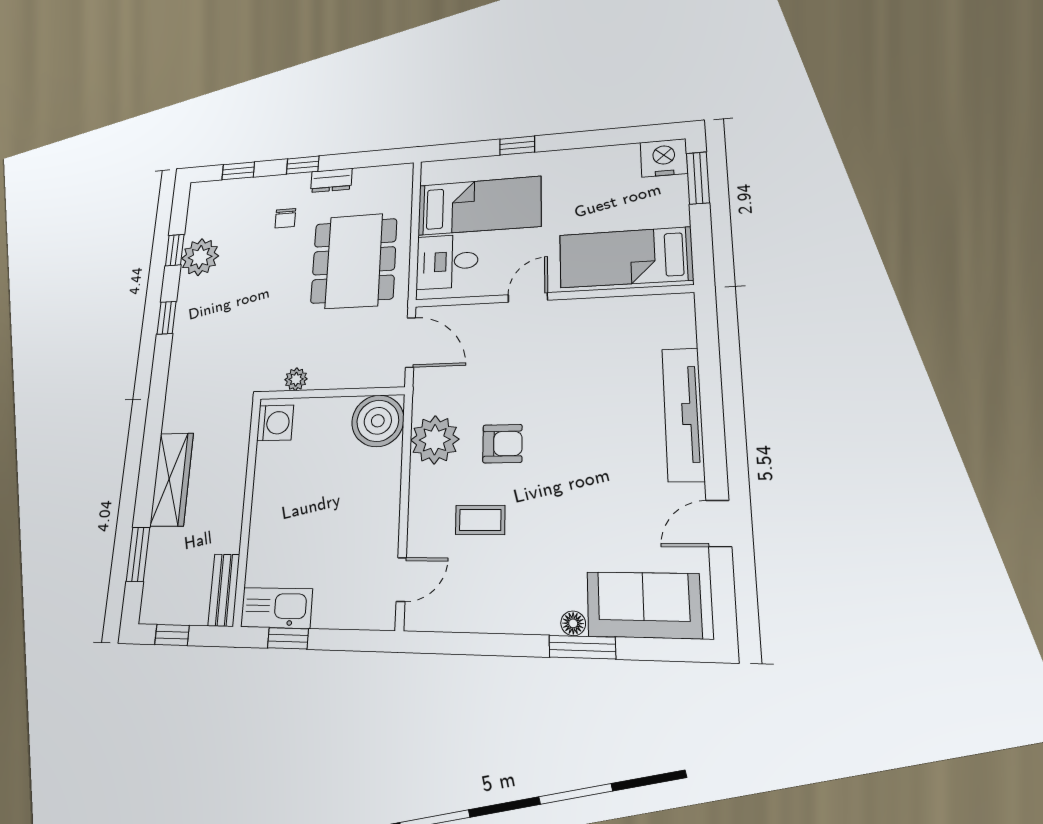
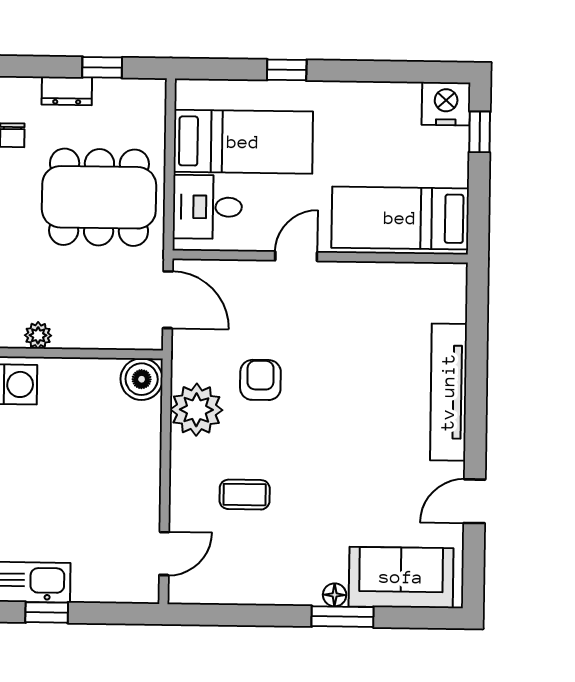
window: (303, 165) -> (102, 67), moved
window: (698, 178) -> (480, 132), width x0.67
dining table: (354, 261) -> (99, 197), turned 90
boiler: (378, 421) -> (142, 379), width x0.73, depth x0.73
armchair: (502, 444) -> (260, 380), moved, turned -90

